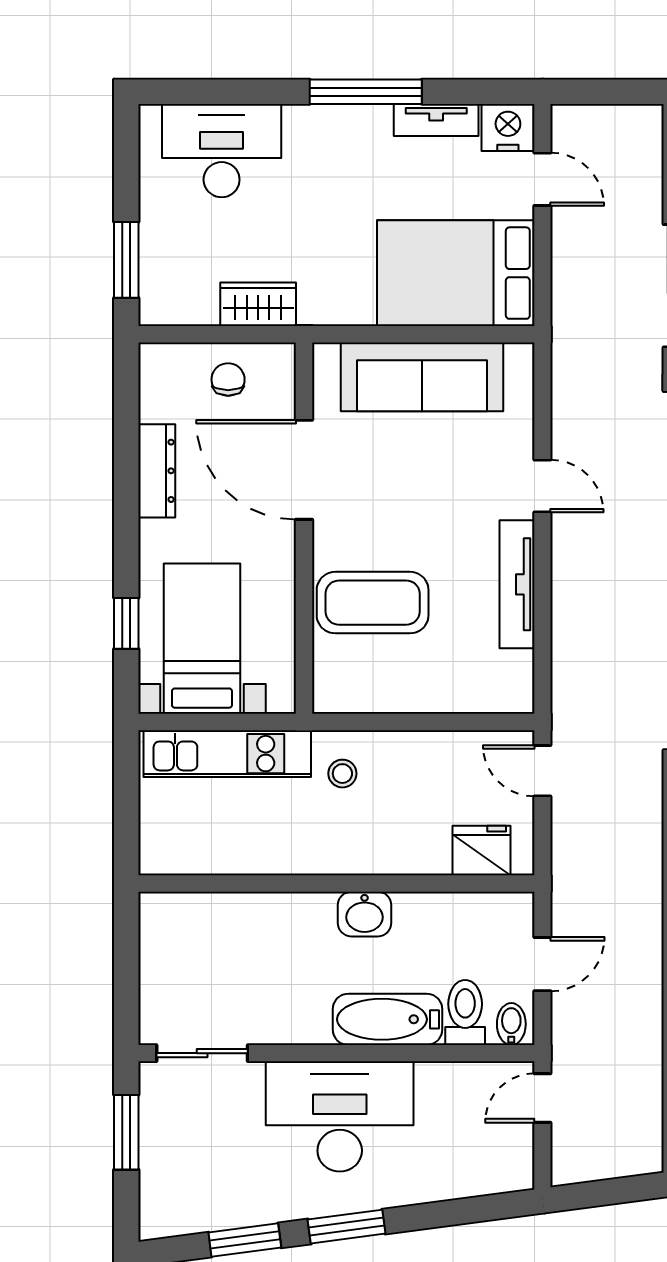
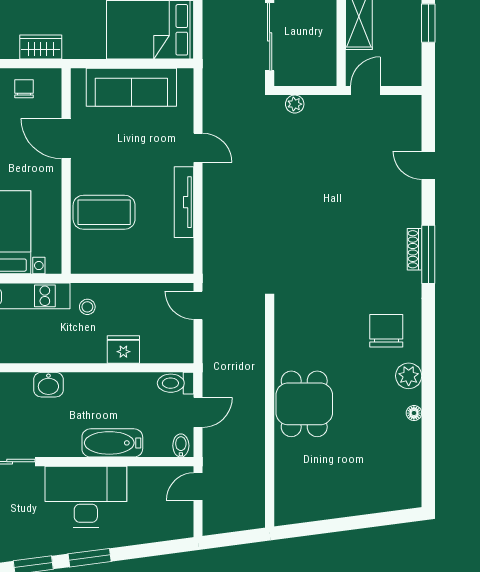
door: (304, 470) -> (66, 139), width x0.73
fridge: (481, 851) -> (123, 349), moved
washbasin: (365, 914) -> (48, 385), moved
toilet: (465, 1012) -> (175, 383), moved, turned -90

